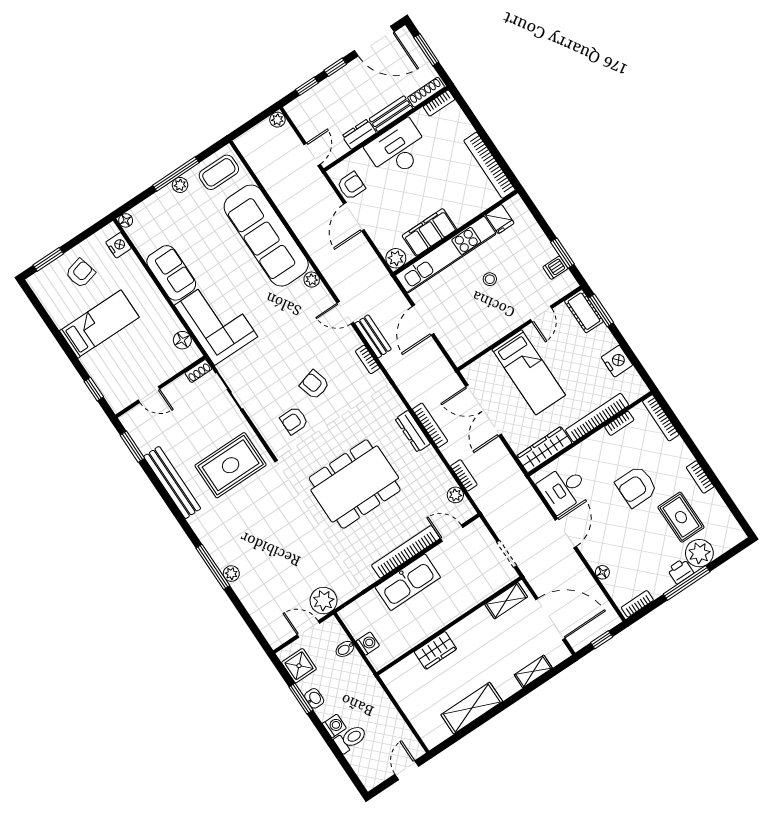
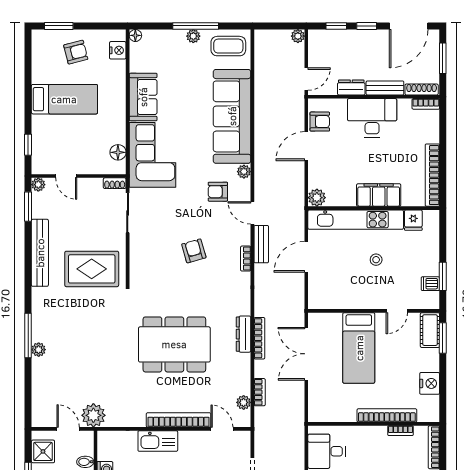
door: (374, 41) -> (409, 26), hinge flipped
filing cabinet: (429, 232) -> (379, 195), moved
plant: (128, 420) -> (38, 185), added
armchair: (294, 421) -> (218, 192), moved
wardrobe: (544, 450) -> (332, 413), removed
kitchen sink: (408, 582) -> (158, 441), width x0.73, depth x0.81

